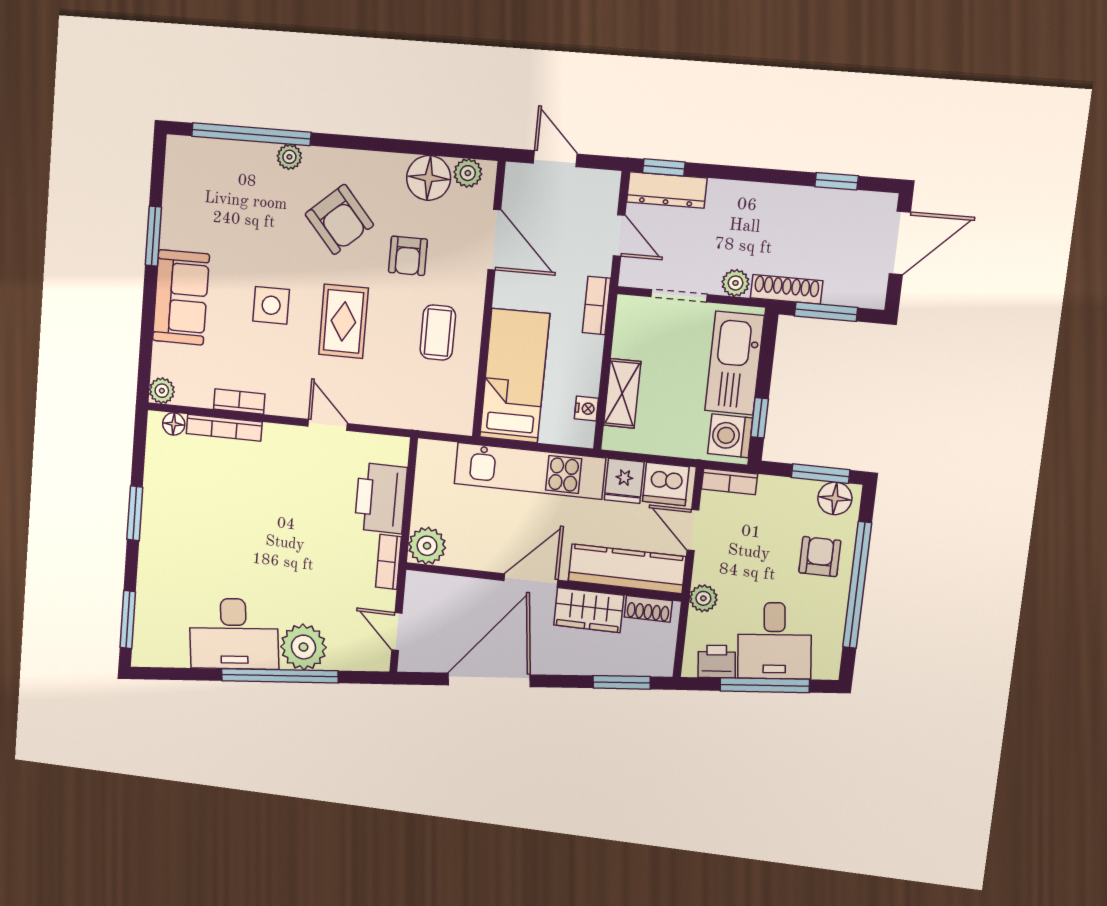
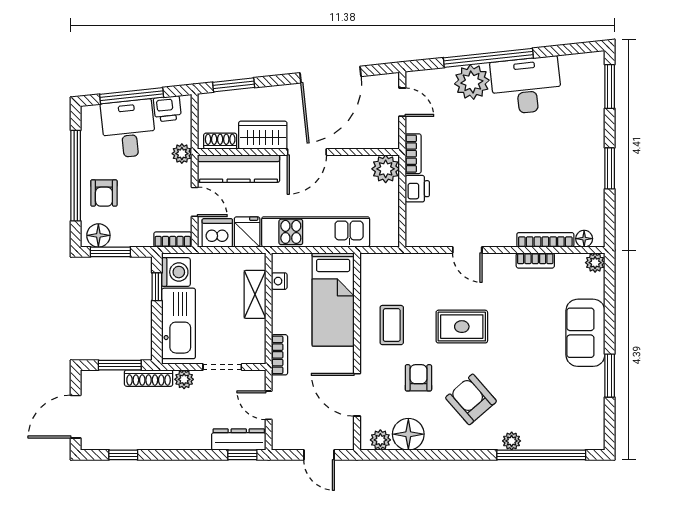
side table: (271, 305) -> (517, 333), removed
rug: (343, 321) -> (462, 327), turned 90
printer: (381, 498) -> (417, 189), width x0.53, depth x0.68

